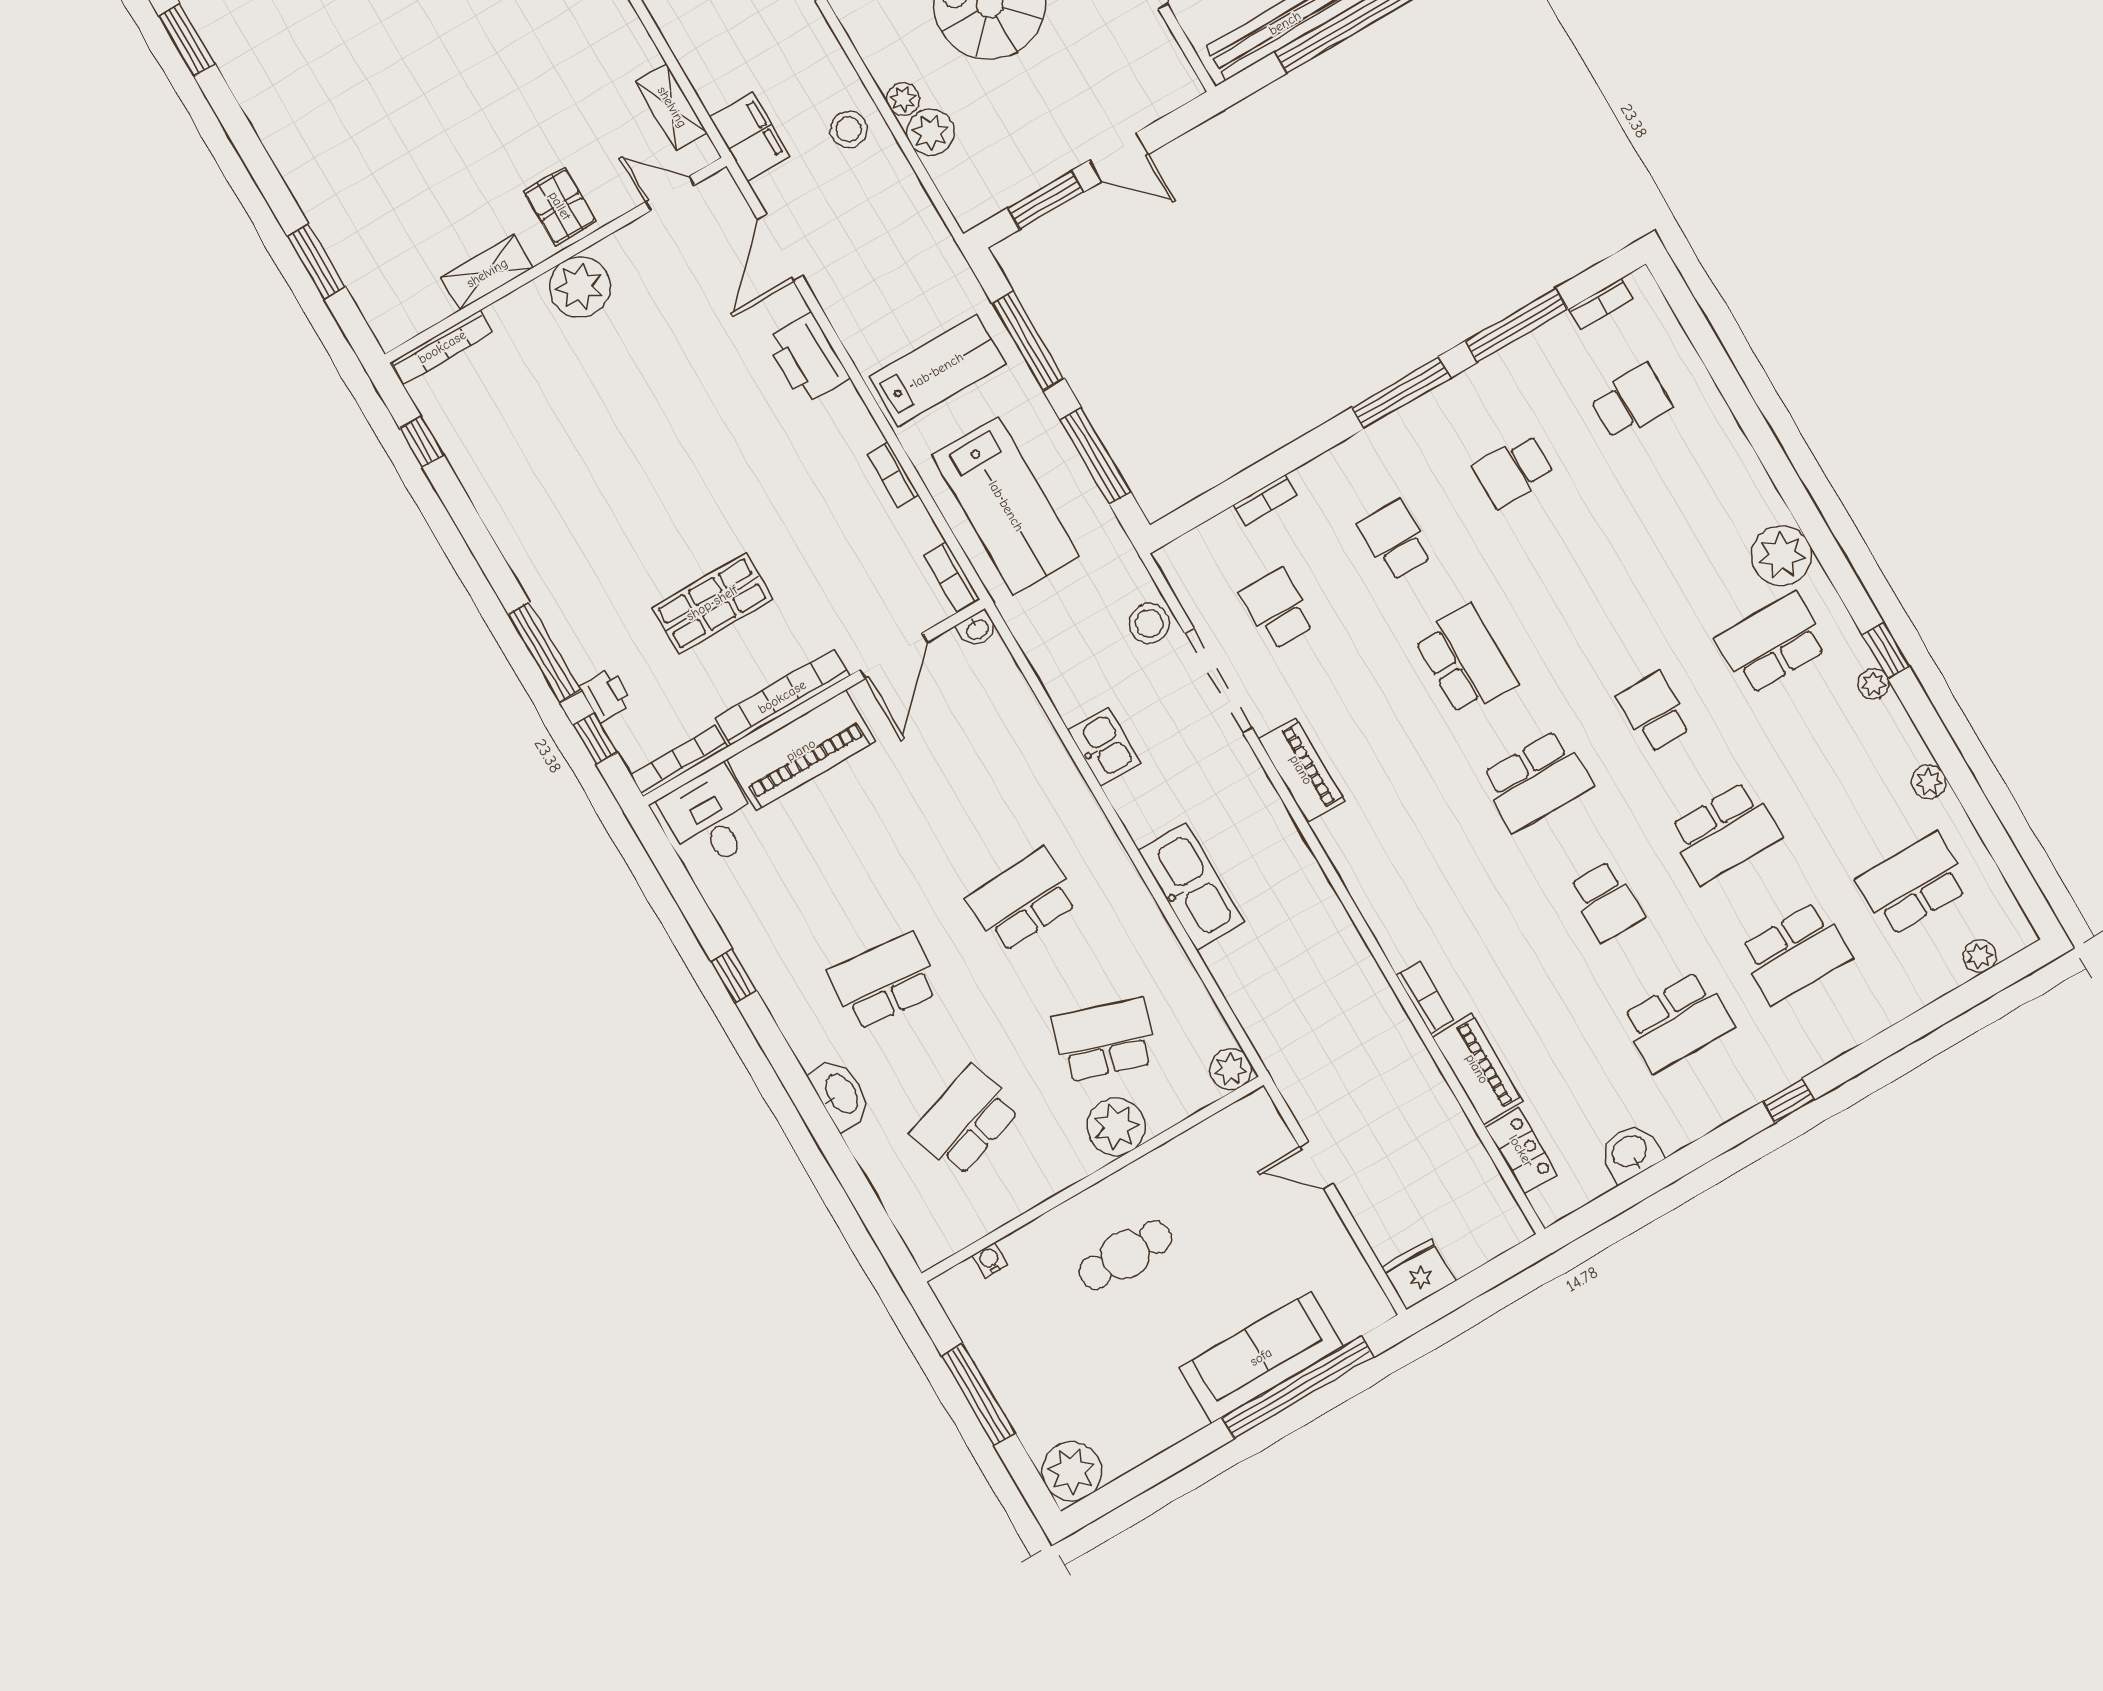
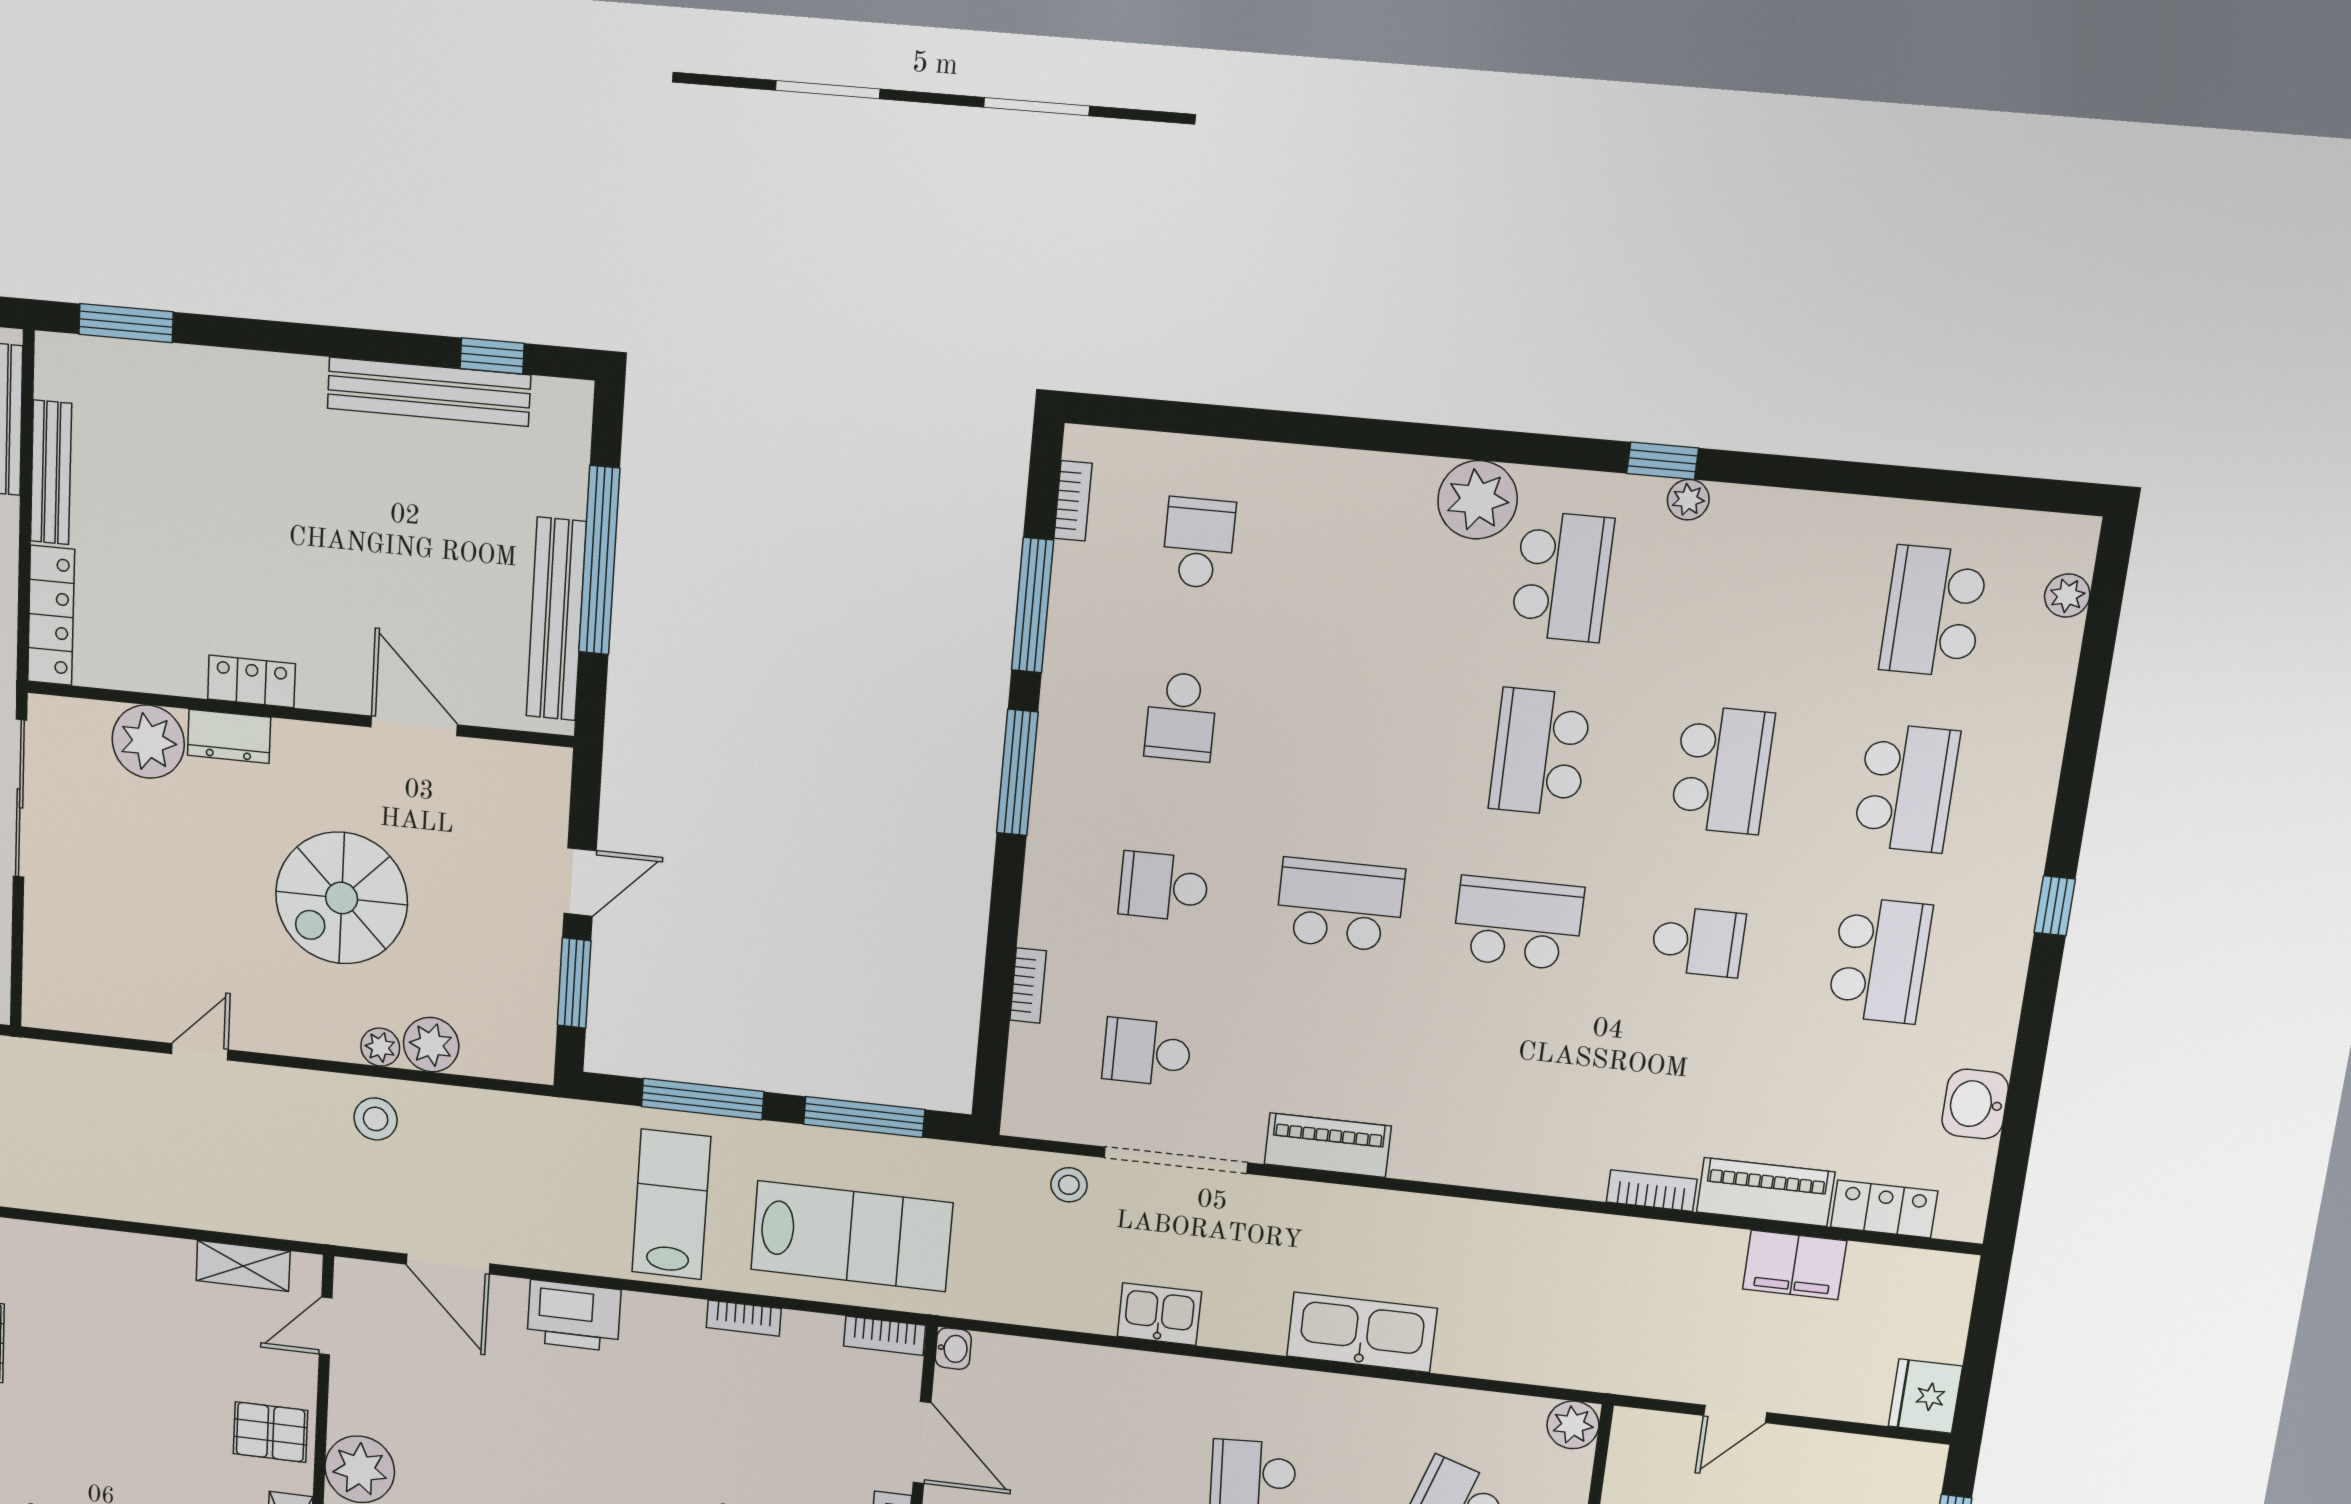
filing cabinet: (750, 137) -> (1794, 1265), moved, turned 180
stool: (1149, 623) -> (1069, 1185), width x0.73, depth x0.73
school desk: (1772, 643) -> (1562, 577), turned 180
school desk: (1654, 712) -> (1540, 752), width x1.85
school desk: (1536, 781) -> (1518, 923), turned -90
plant: (1929, 782) -> (1838, 516), removed

